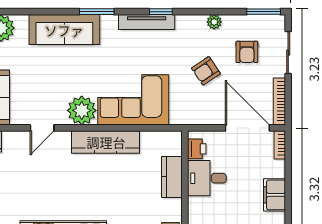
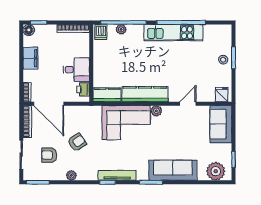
armchair: (247, 52) -> (49, 155), turned -90
plant: (82, 110) -> (156, 111), width x0.53, depth x0.53
kitchen counter: (172, 177) -> (107, 95), moved, turned -90

